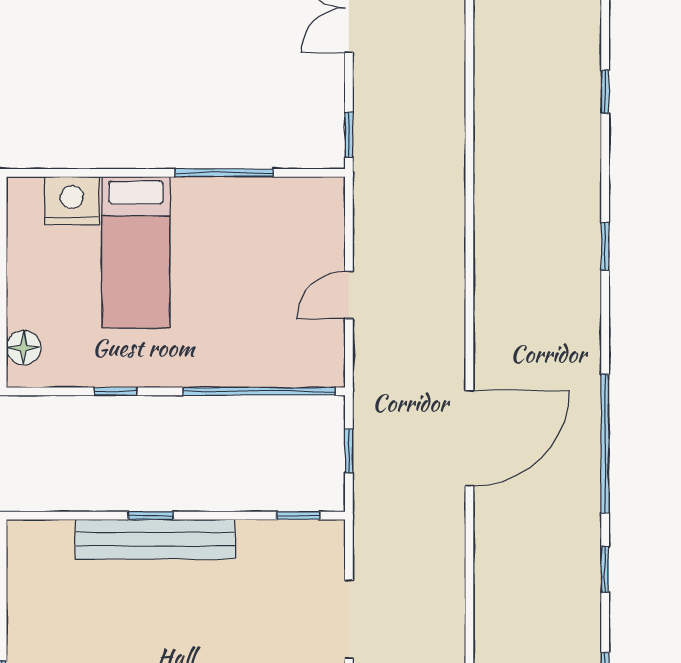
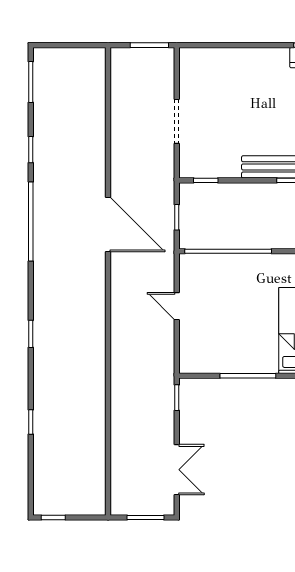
door: (349, 295) -> (177, 306), swing flipped
door: (469, 438) -> (108, 224), swing flipped

